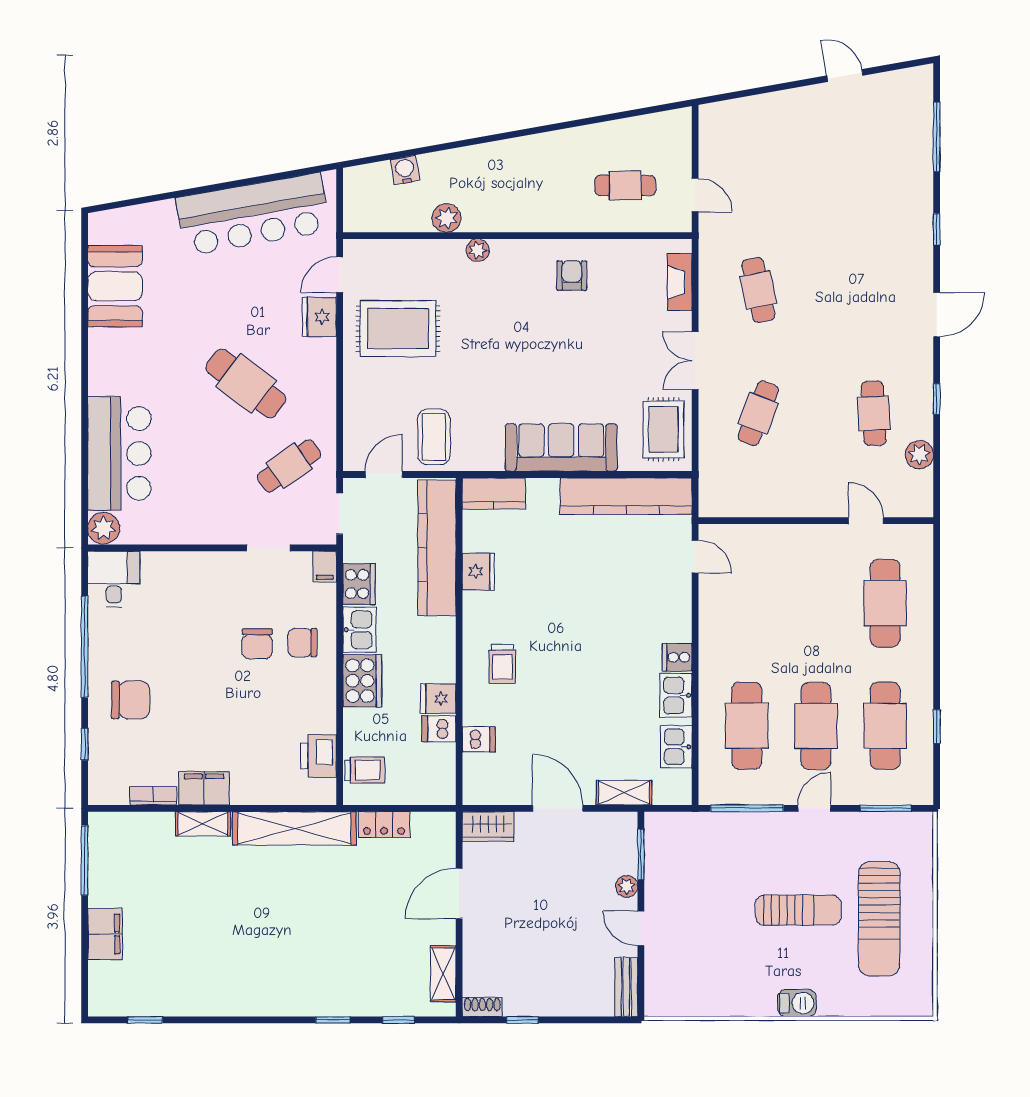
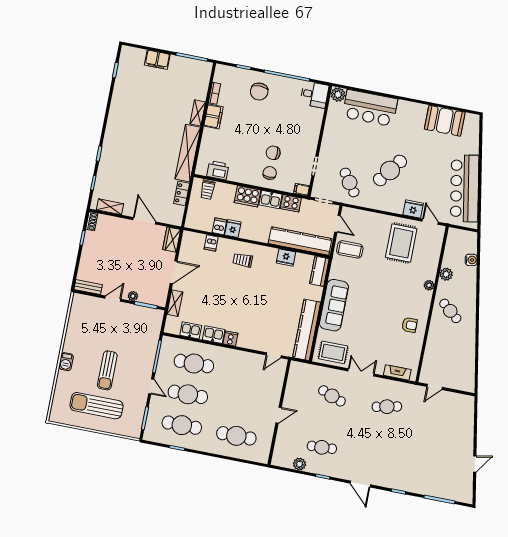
cafe table: (625, 186) -> (450, 311), moved, turned -50
door: (866, 521) -> (279, 415), moved

